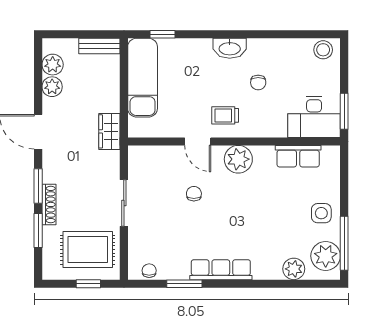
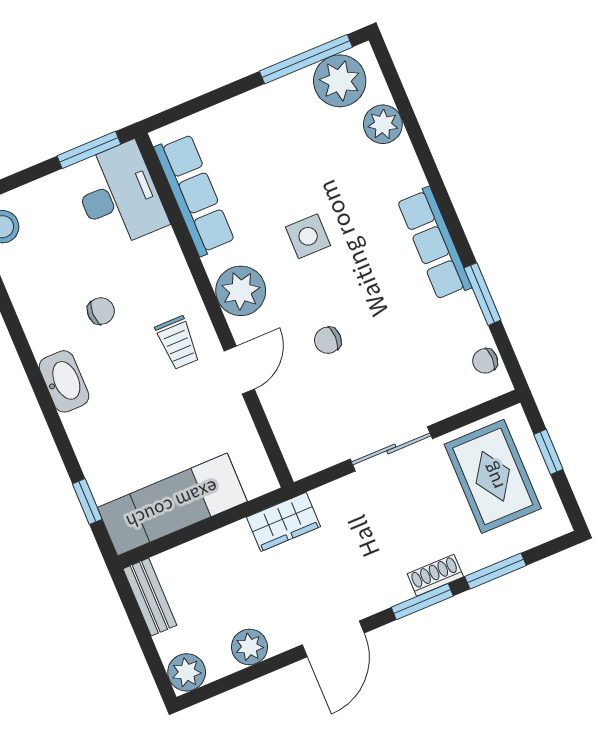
plant: (53, 65) -> (187, 672), moved
row of seats: (298, 156) -> (194, 195), width x1.48
shoe rack: (49, 204) -> (435, 575), width x0.70
side table: (321, 213) -> (308, 236), moved

